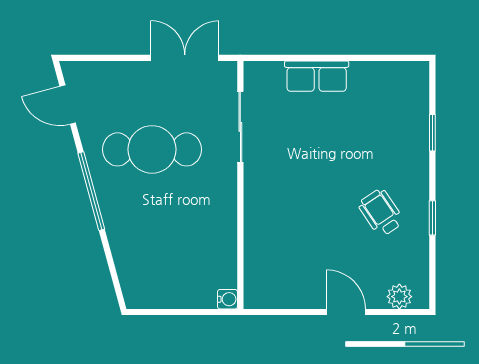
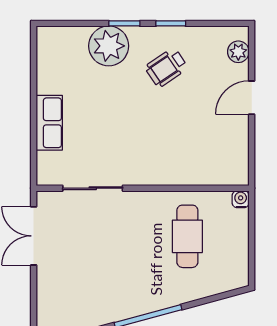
window: (432, 133) -> (124, 23), moved
plant: (406, 145) -> (109, 46), added
cafe table: (152, 149) -> (187, 236), moved, width x0.73, depth x0.74

